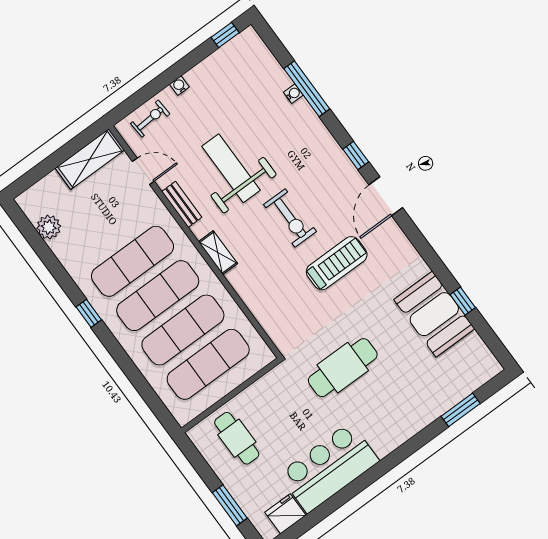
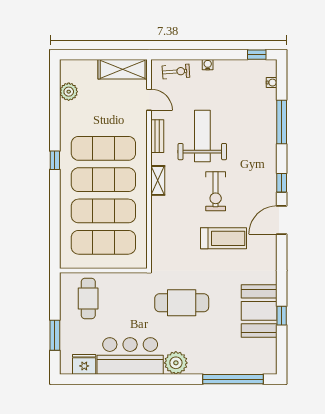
water cooler: (293, 94) -> (272, 83), moved
window: (461, 410) -> (233, 379), width x2.11
plant: (385, 438) -> (176, 363), added

